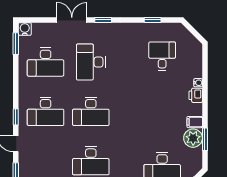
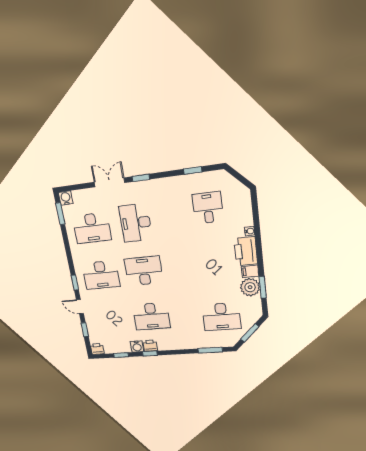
printer: (196, 95) -> (246, 251), width x1.87, depth x1.48
desk: (91, 111) -> (144, 271), turned 180

